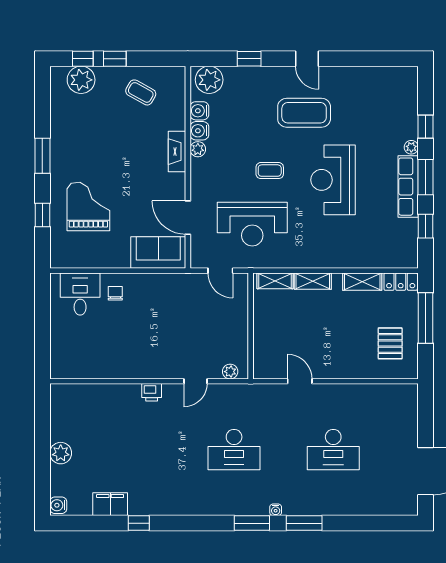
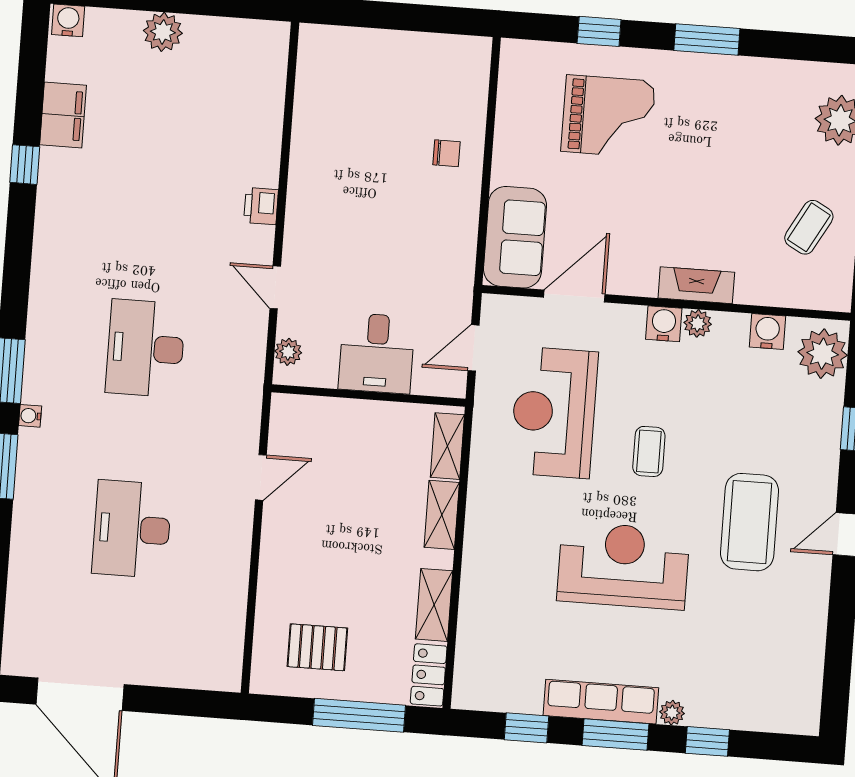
water cooler: (199, 131) -> (664, 324), moved
desk: (80, 294) -> (377, 353), moved, turned 90

